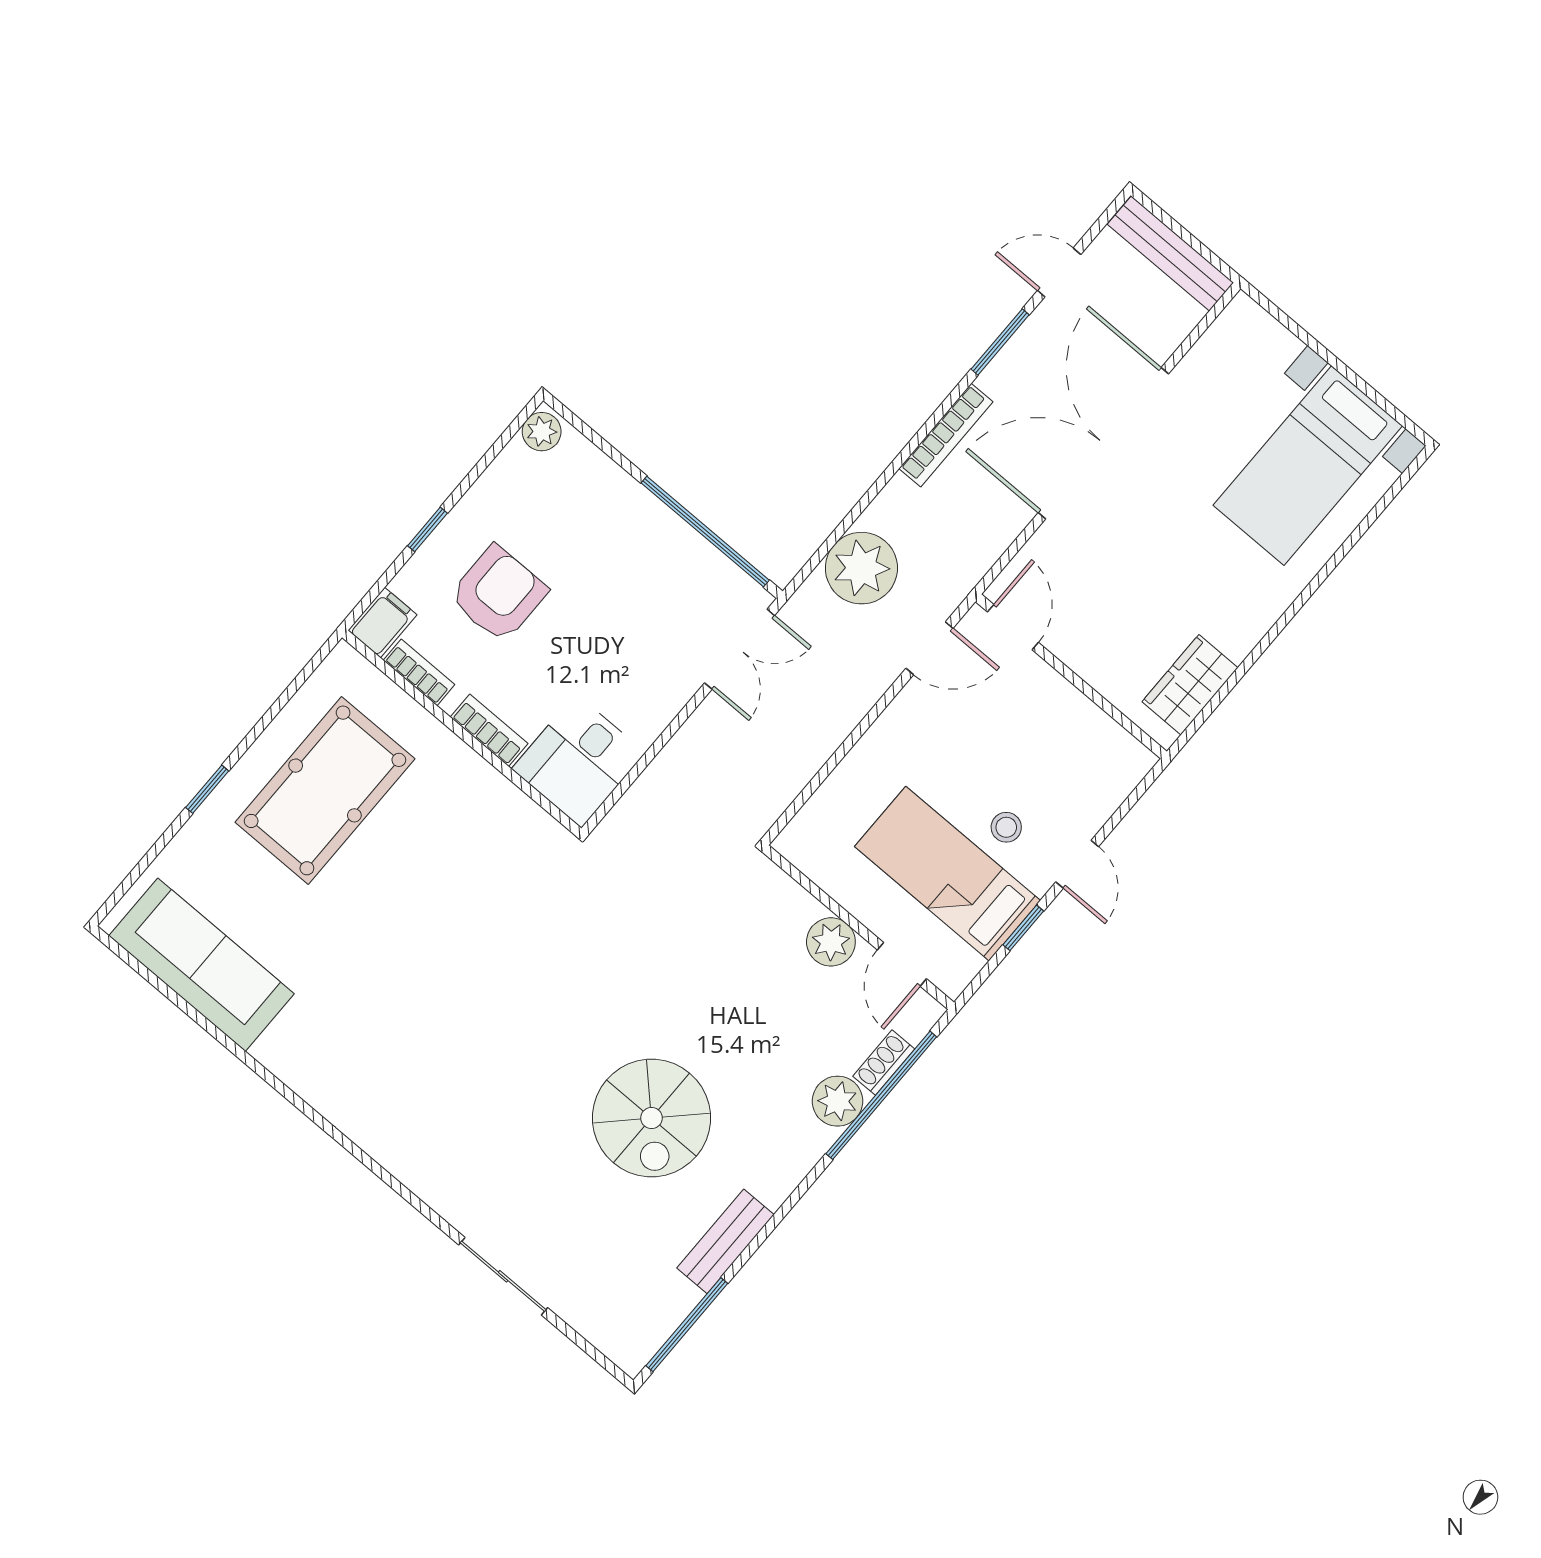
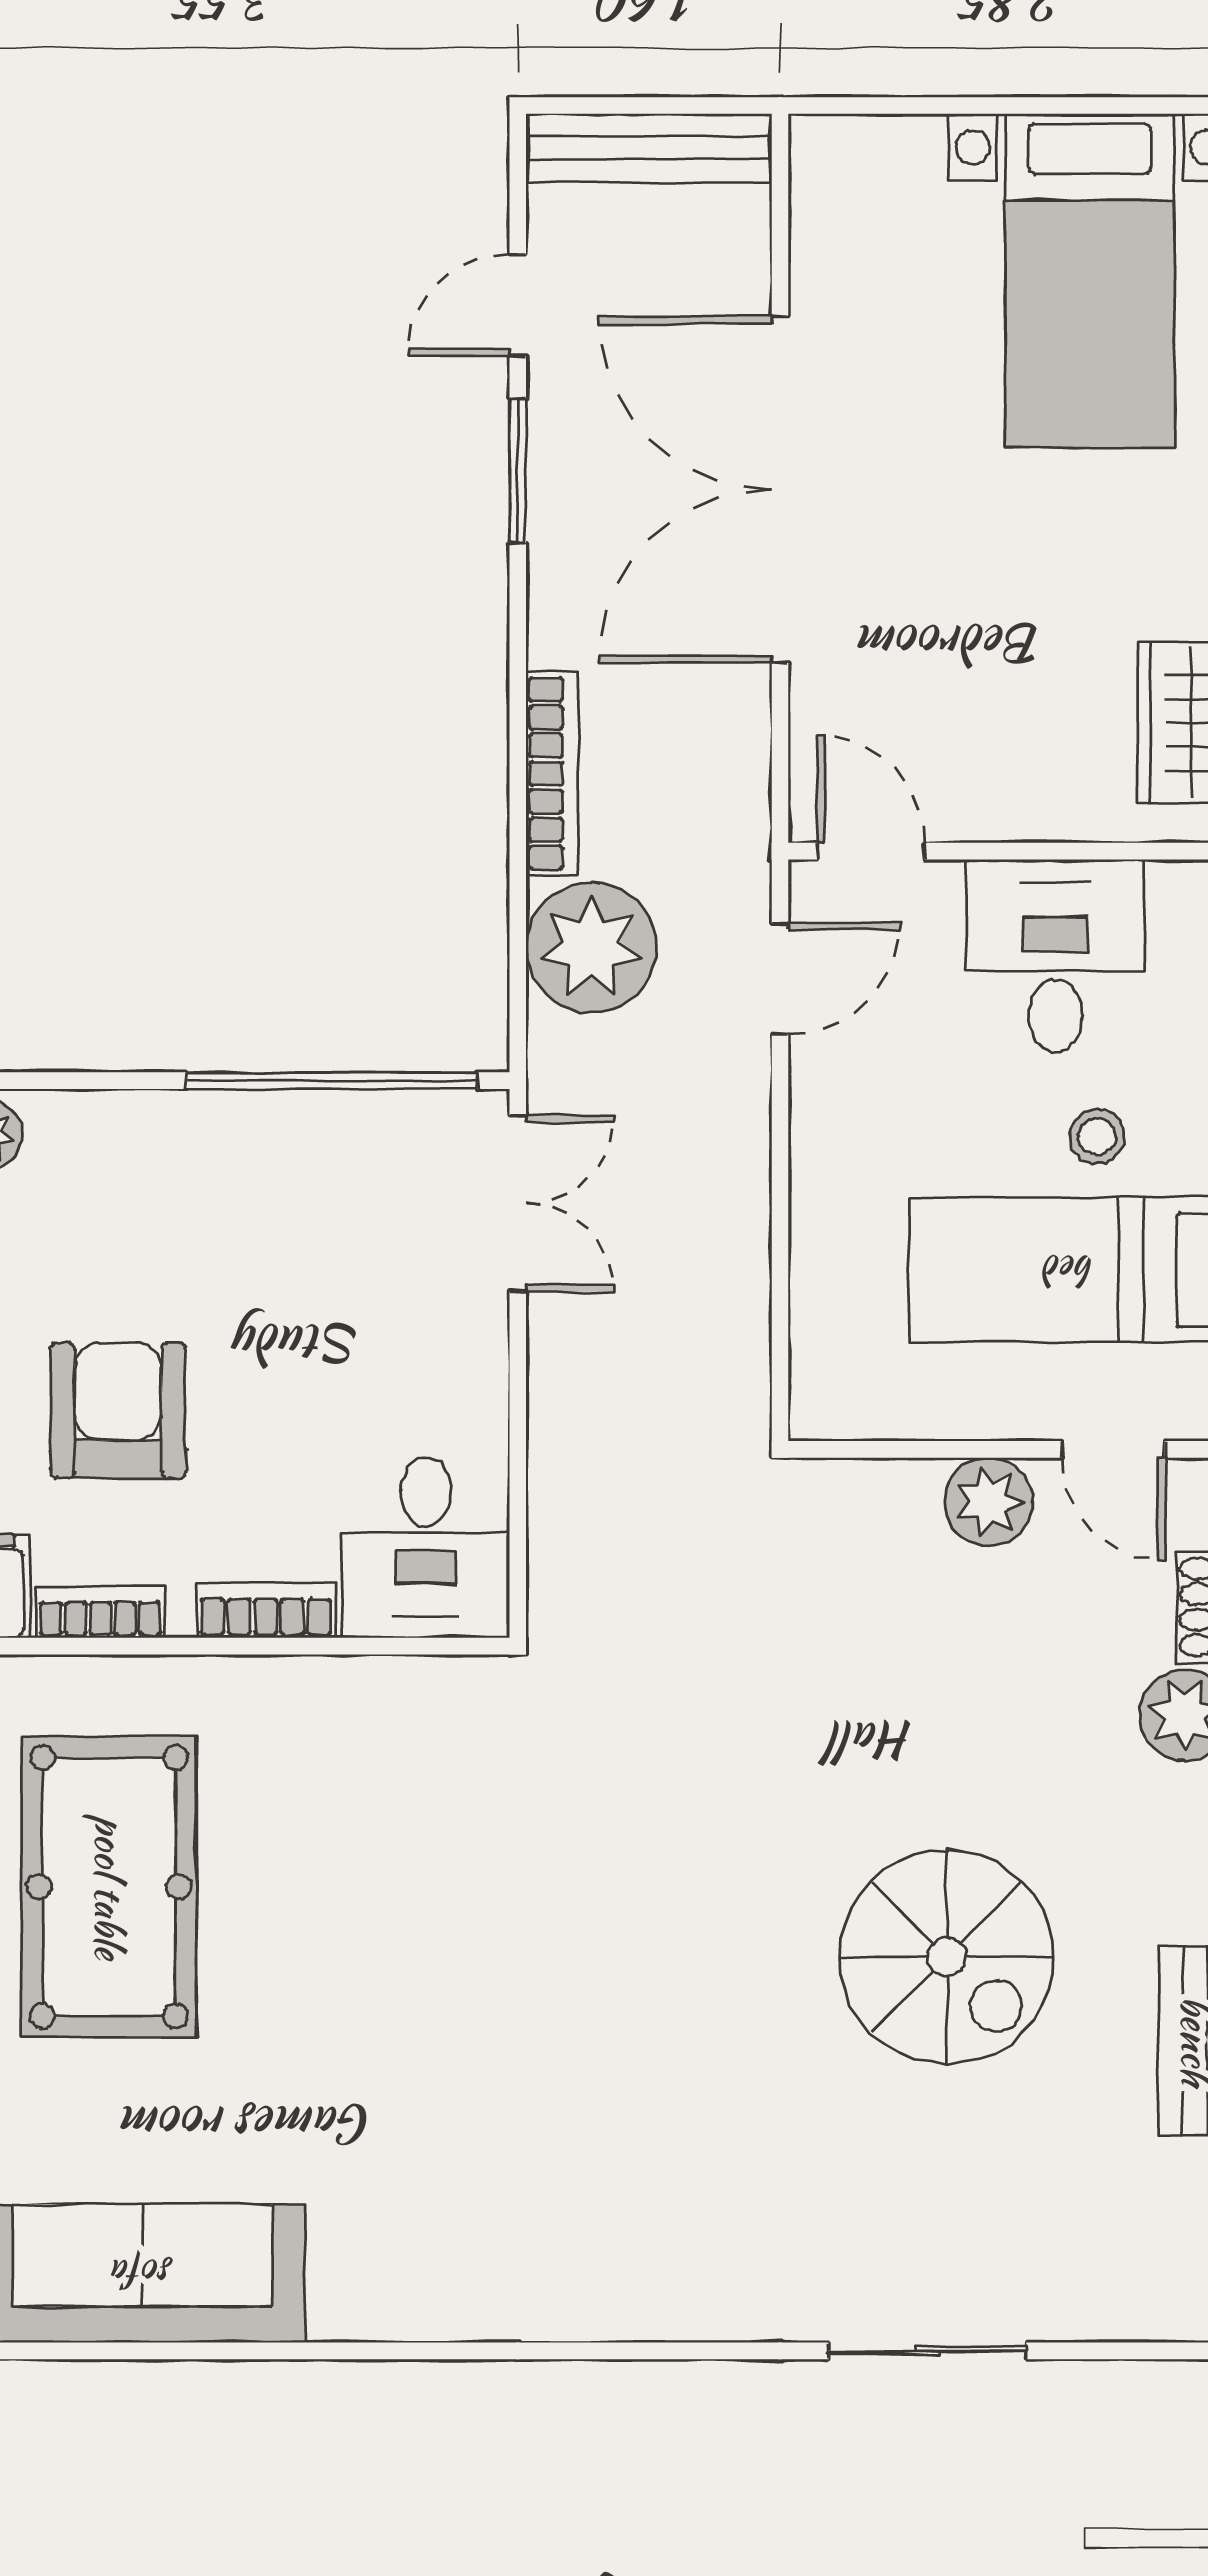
bookcase: (946, 435) -> (552, 774), moved
desk: (1053, 737) -> (1055, 956), added

